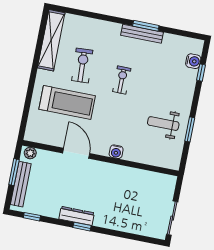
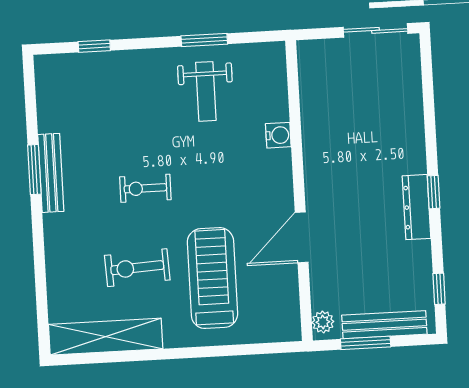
water cooler: (193, 61) -> (77, 66), removed
water cooler: (116, 152) -> (278, 135), moved

